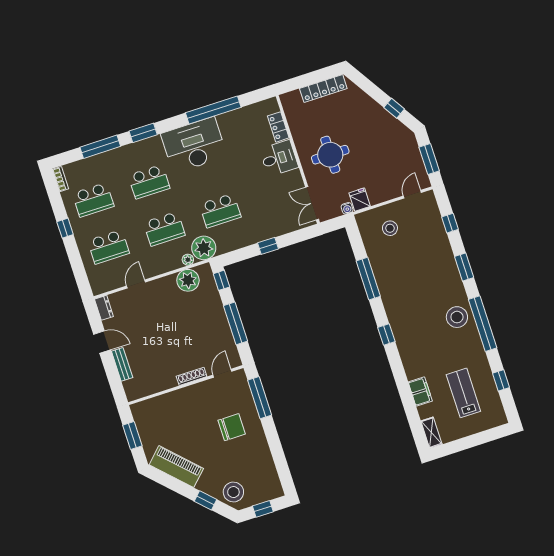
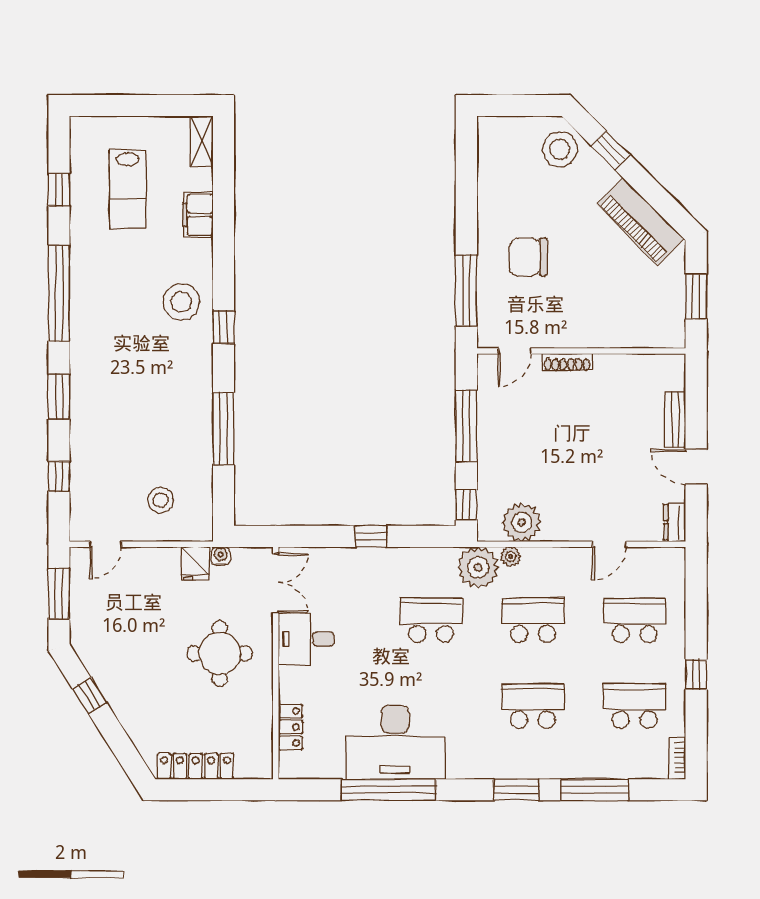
desk: (194, 145) -> (395, 742), moved
desk: (279, 158) -> (306, 639), moved
stool: (457, 317) -> (181, 302), moved
window: (263, 509) -> (520, 106), removed

